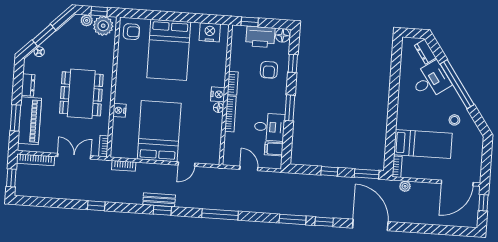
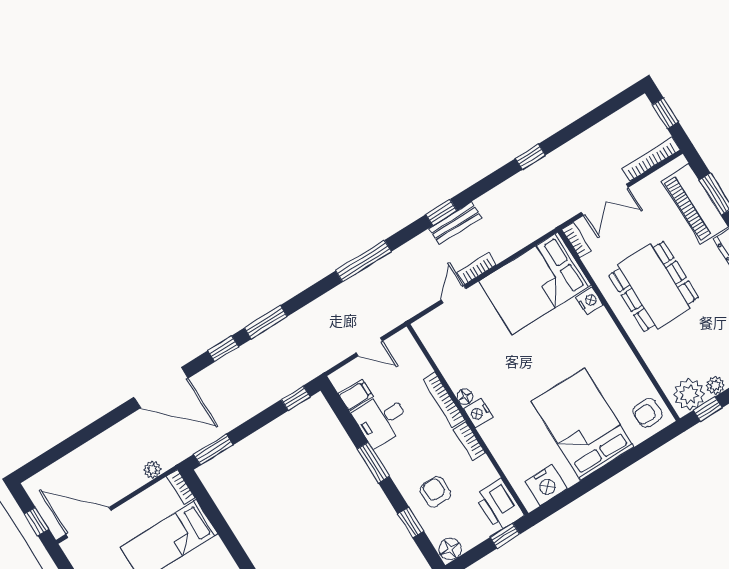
printer: (260, 37) -> (499, 505), moved, turned -90
bed: (159, 131) -> (535, 283), moved, turned 90
bookcase: (124, 166) -> (477, 268), moved
window: (329, 171) -> (296, 398), moved
door: (457, 183) -> (89, 522), hinge flipped

